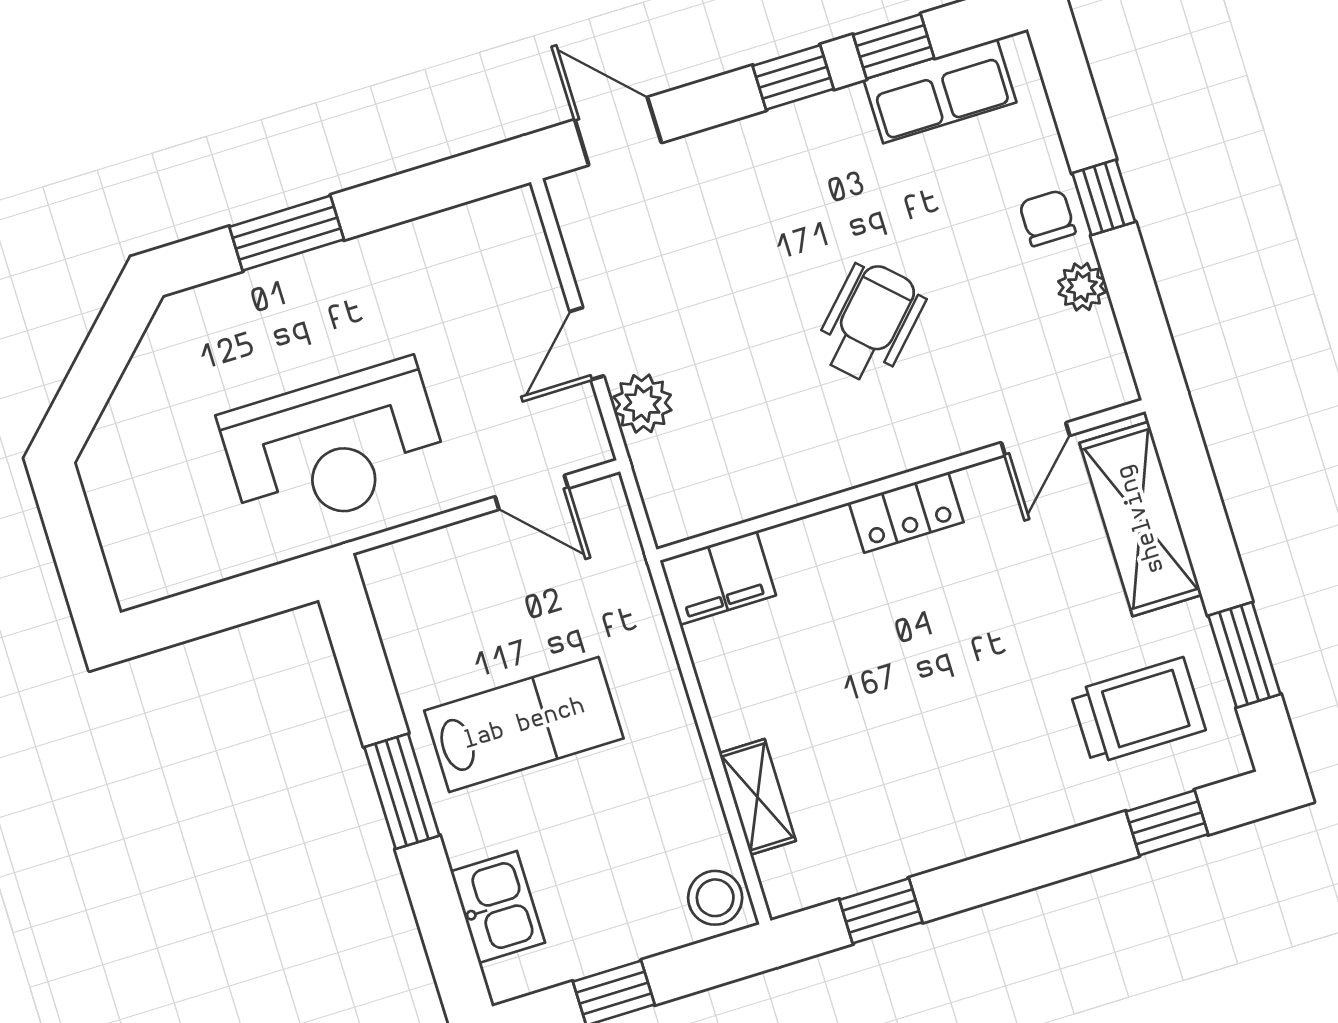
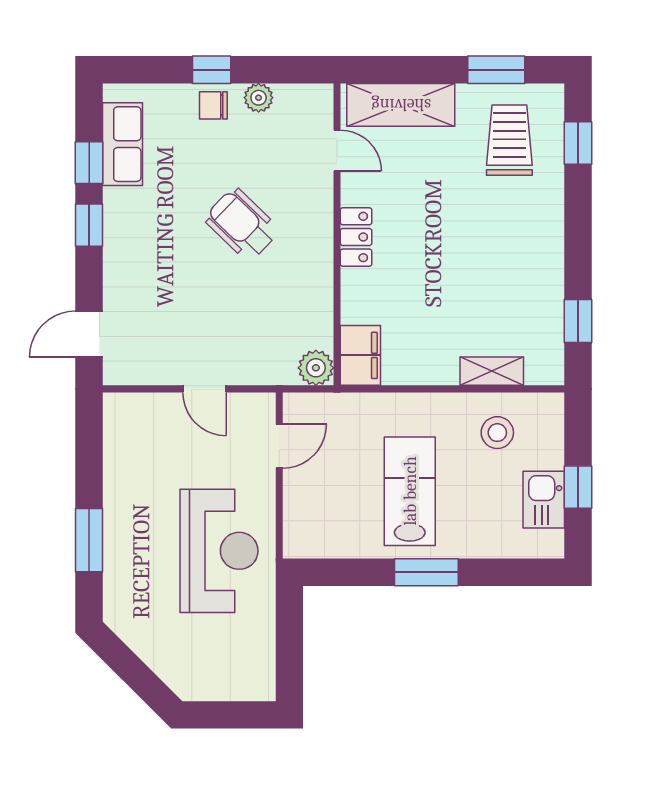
plant: (642, 404) -> (316, 368), moved
stool: (715, 898) -> (497, 433), moved
kitchen sink: (498, 907) -> (544, 500), moved, turned -90

